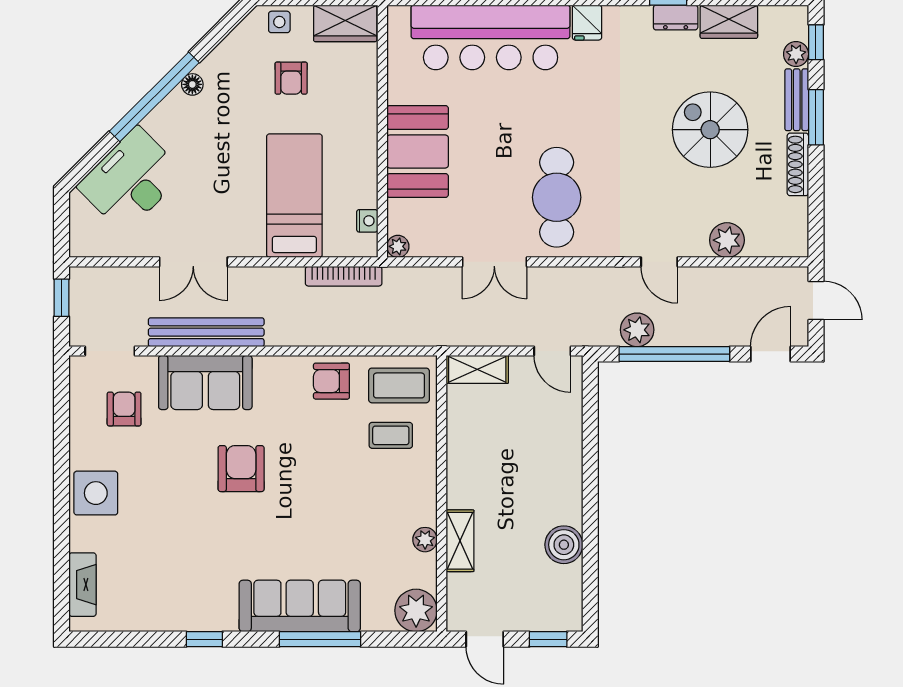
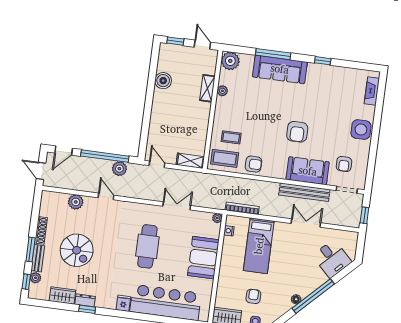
desk: (131, 180) -> (332, 259), width x0.73
cafe table: (557, 197) -> (147, 246), moved

